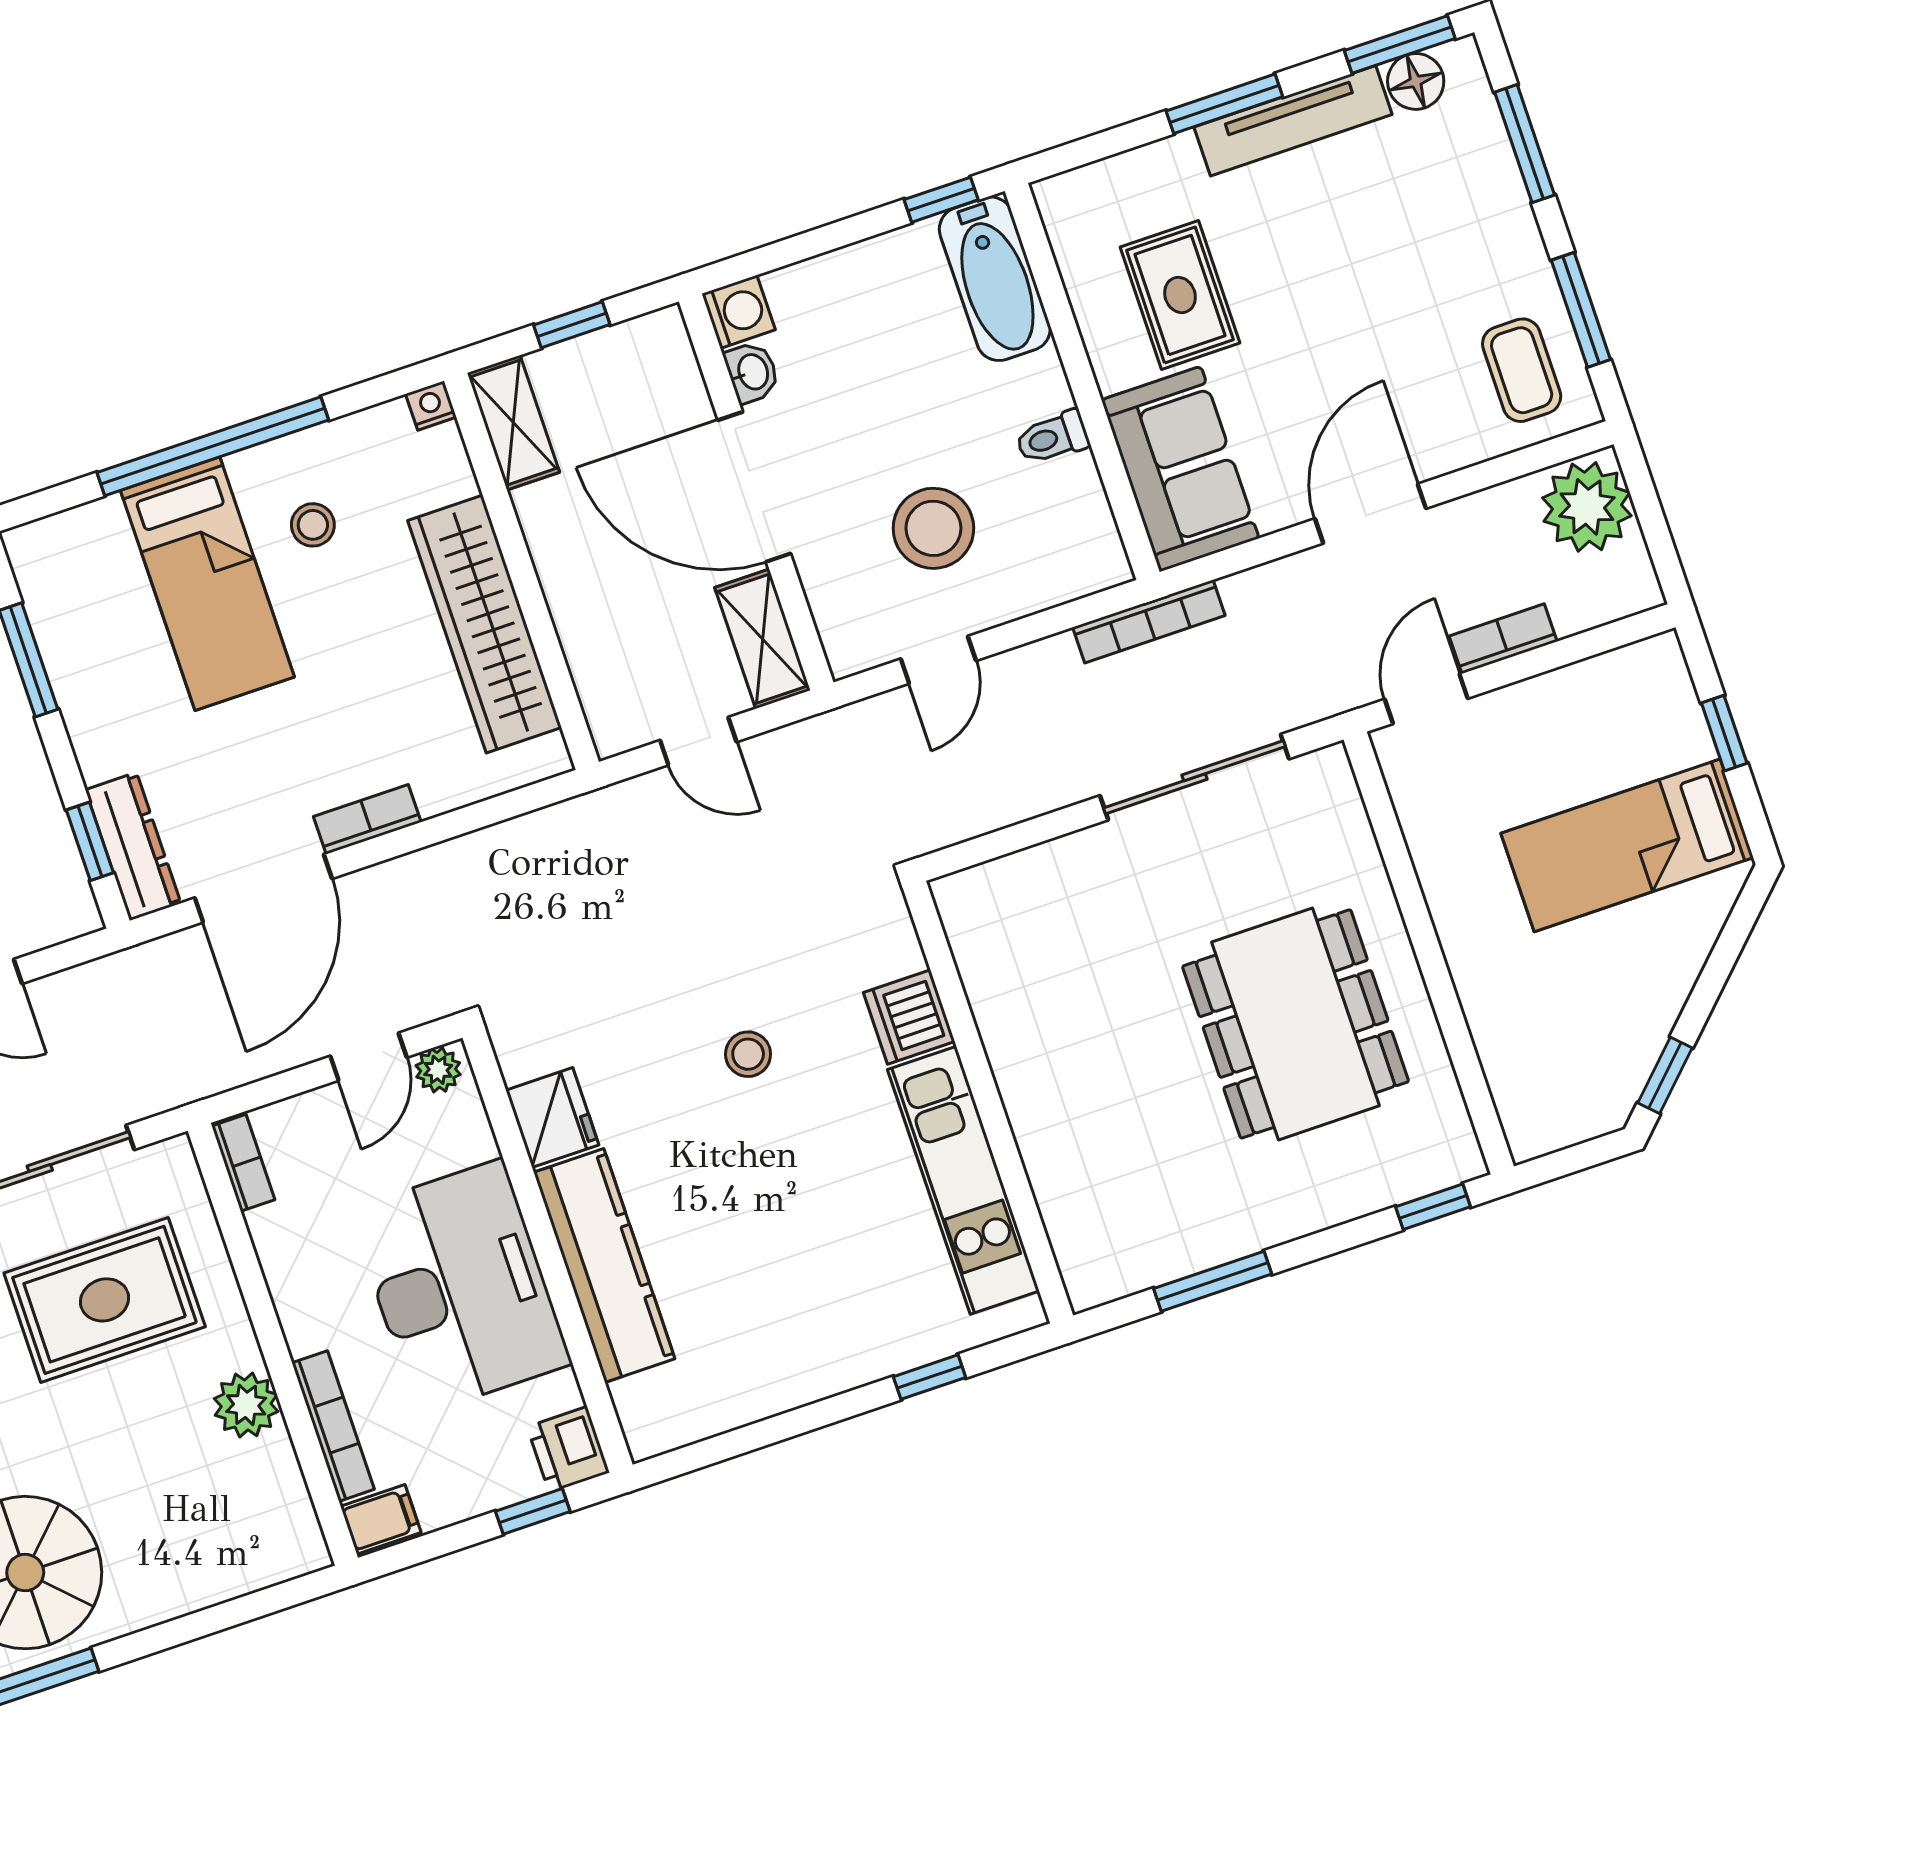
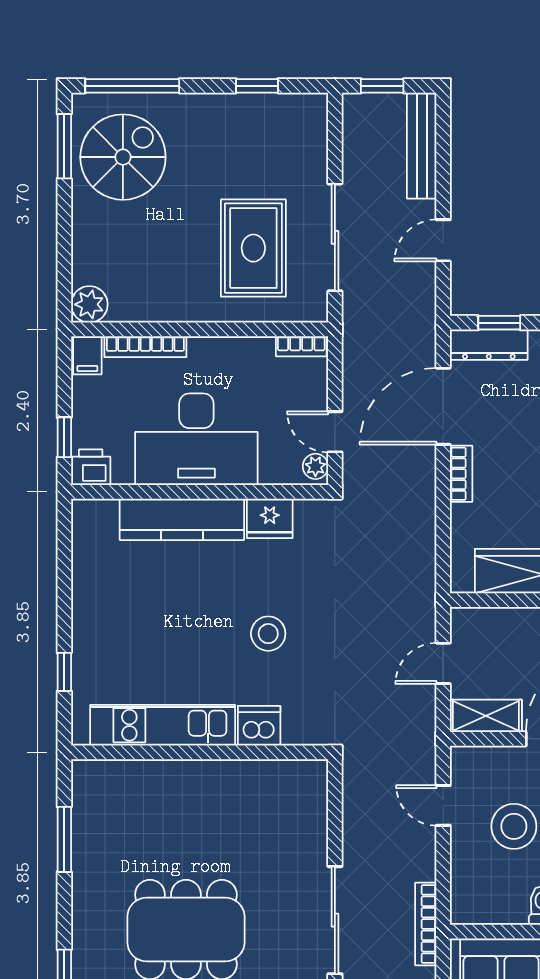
door: (263, 888) -> (443, 406), hinge flipped
stool: (748, 1054) -> (268, 634), width x1.37, depth x1.37
plant: (246, 1405) -> (89, 304), moved

